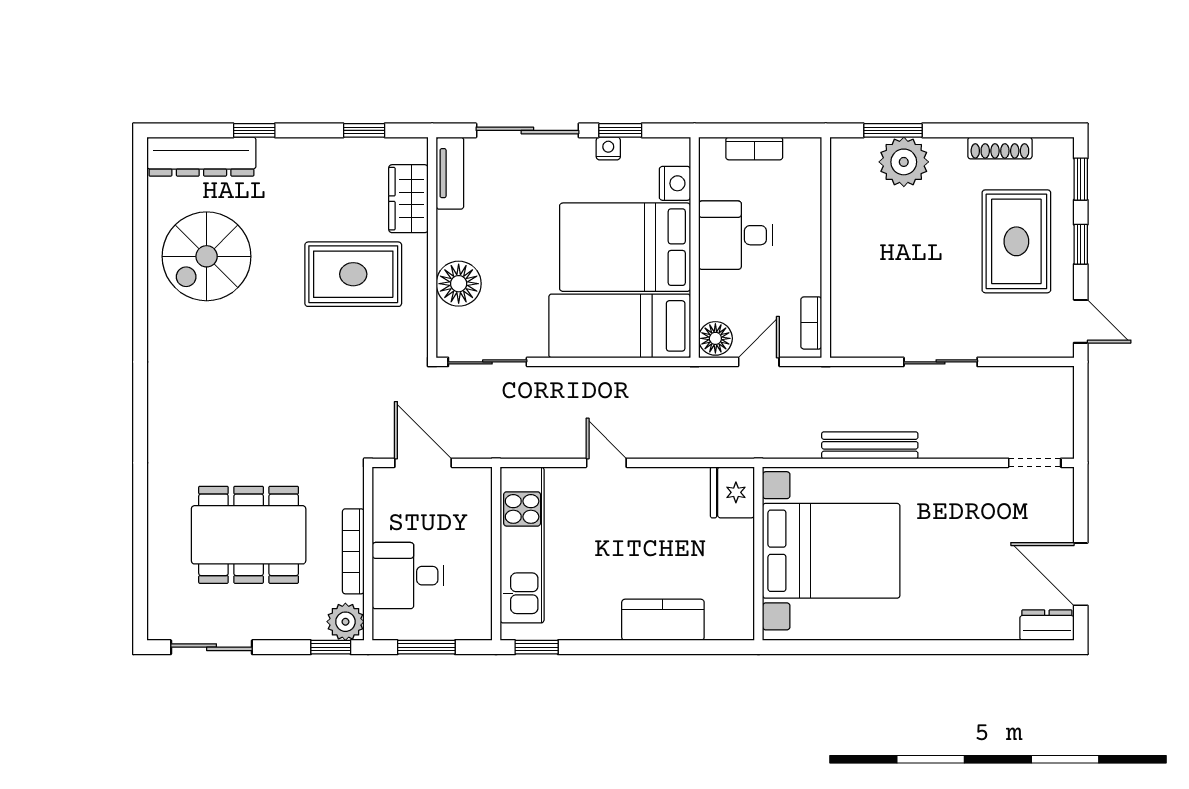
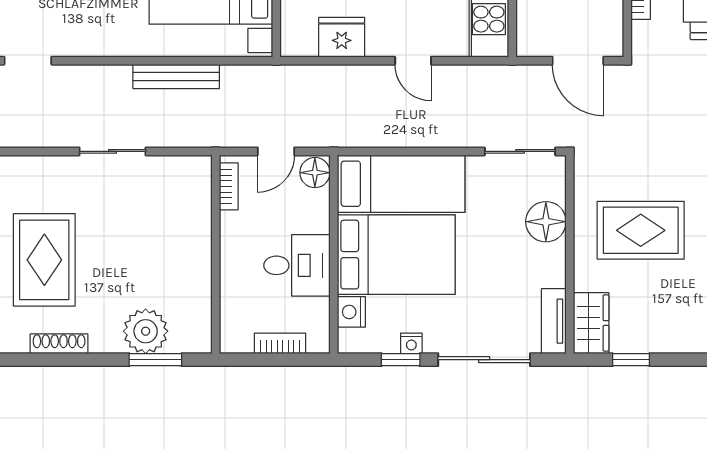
wardrobe: (408, 199) -> (591, 323), moved
fridge: (732, 492) -> (342, 37), moved, turned -90

